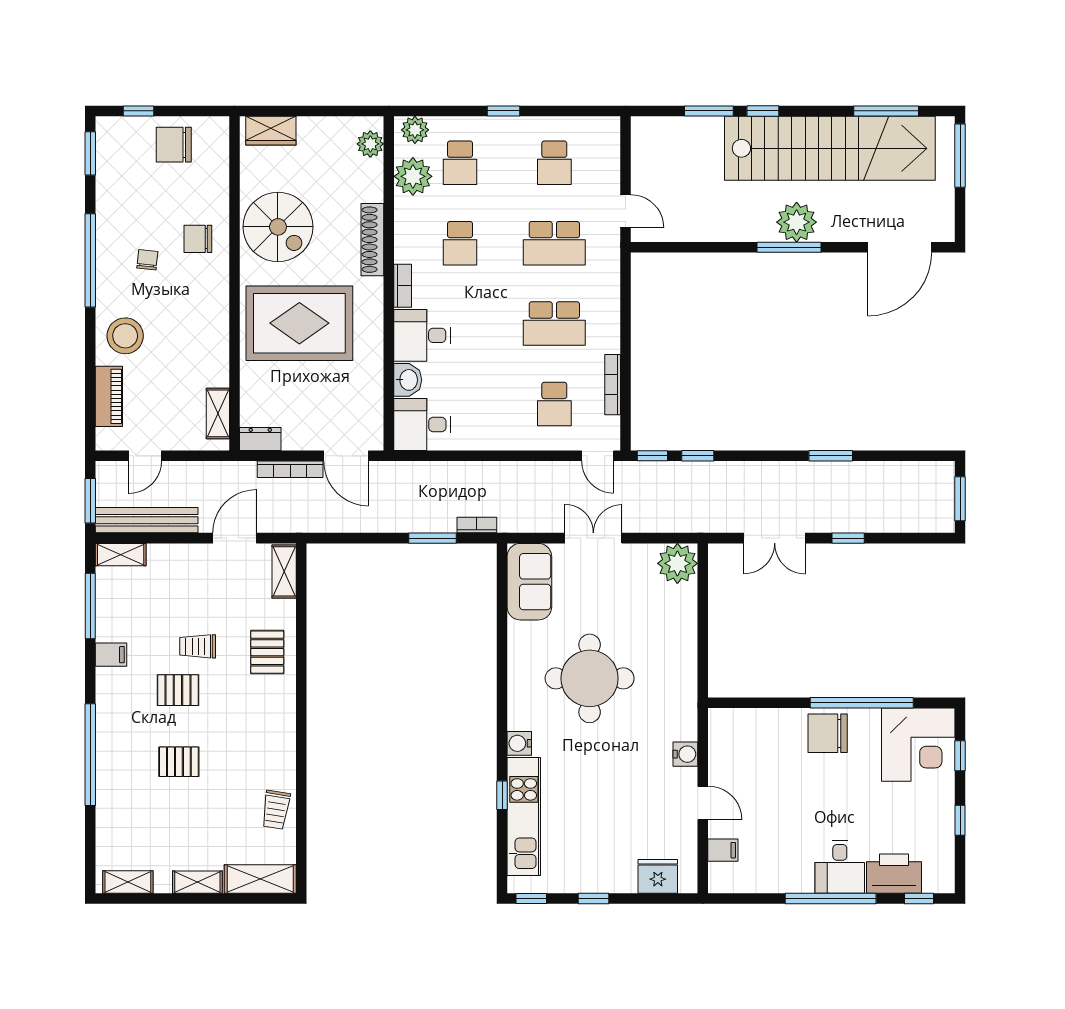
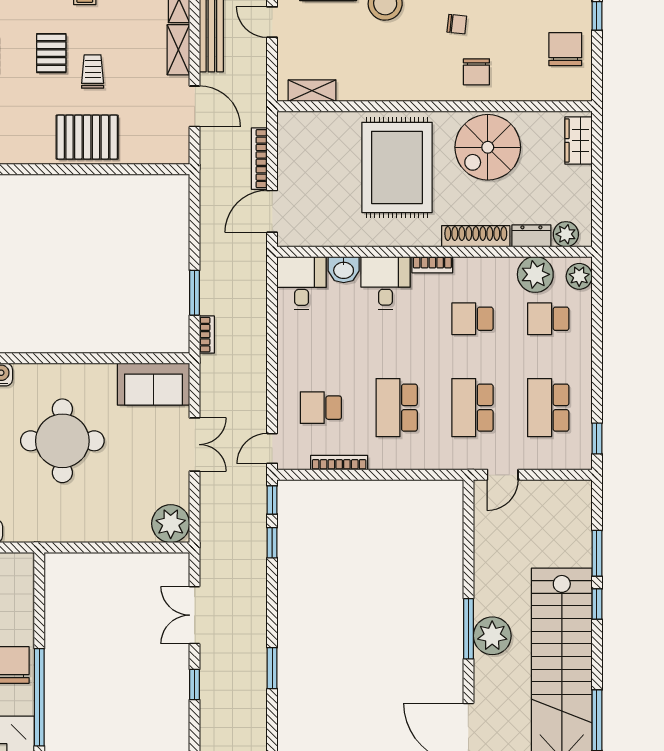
window: (504, 111) -> (597, 439), moved
school desk: (554, 163) -> (548, 408), width x1.85
chair: (198, 239) -> (476, 72), turned 180
dresser: (260, 439) -> (531, 236), moved, turned -90
shelving: (284, 571) -> (178, 50), moved, turned 90
pallet: (267, 652) -> (87, 137), width x1.50, depth x1.42

